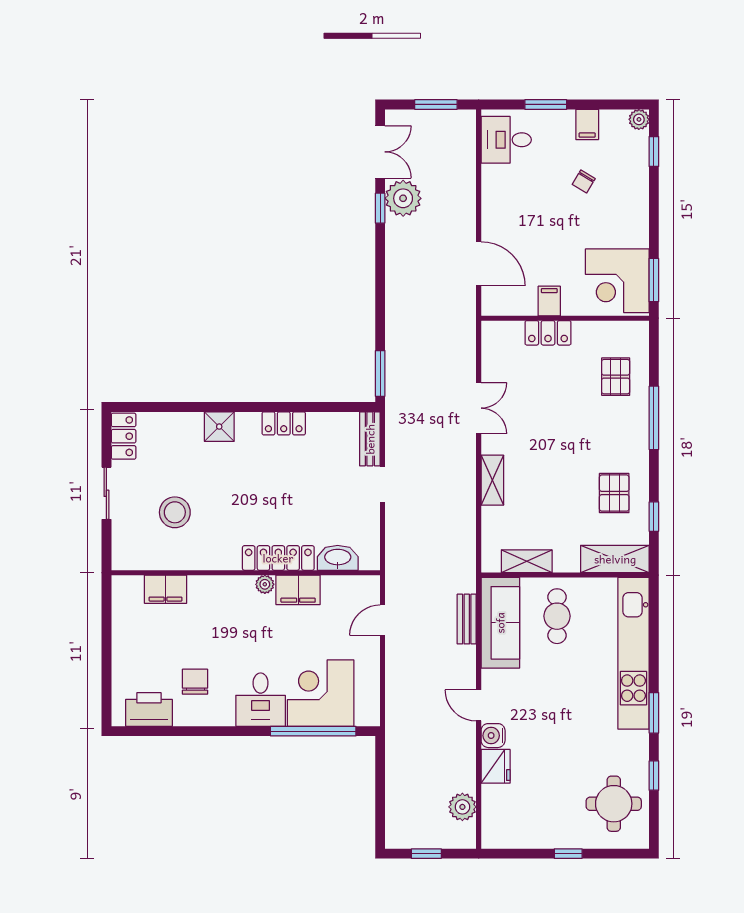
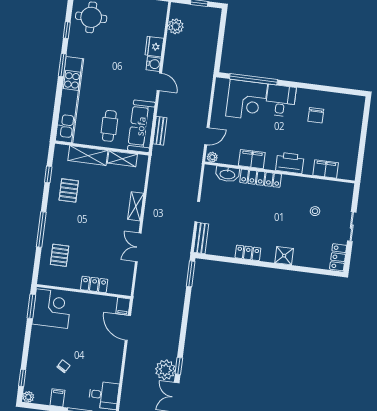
filing cabinet: (549, 301) -> (123, 306), moved
stool: (175, 512) -> (315, 211), width x0.53, depth x0.53
shelving: (615, 559) -> (88, 156), moved
plant: (265, 584) -> (212, 157), moved
printer: (149, 710) -> (290, 163), moved, turned 180

